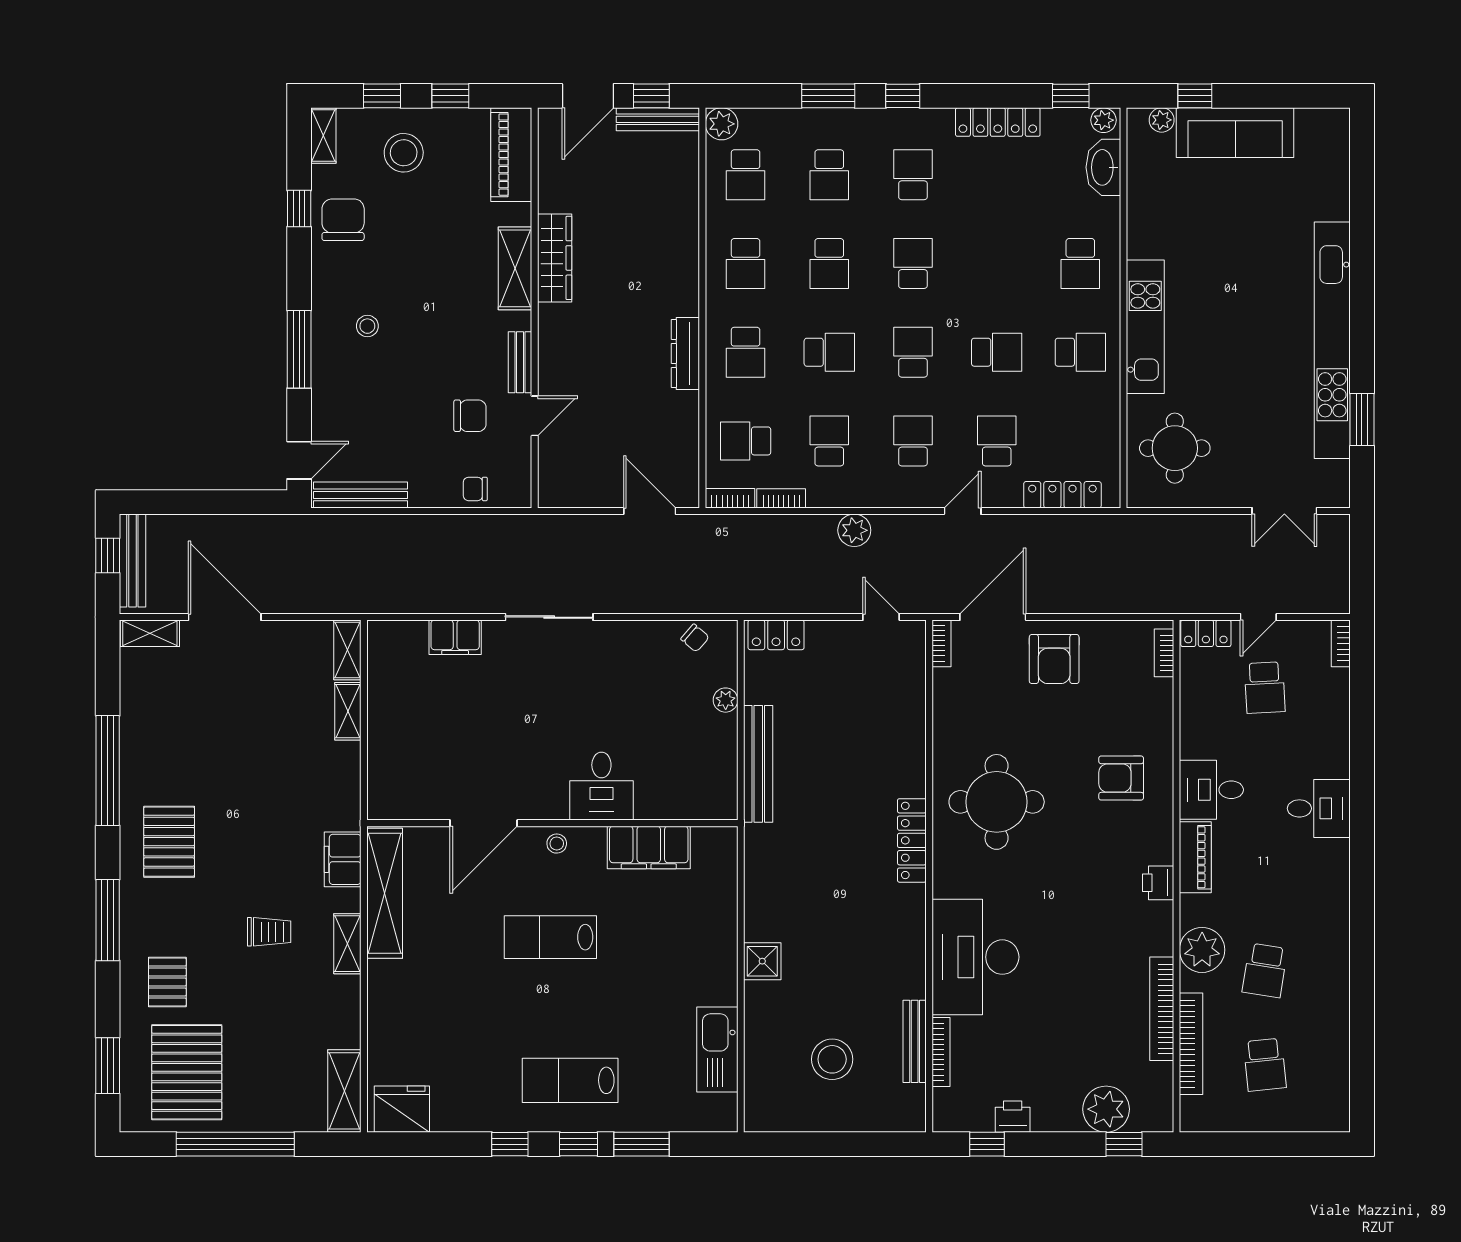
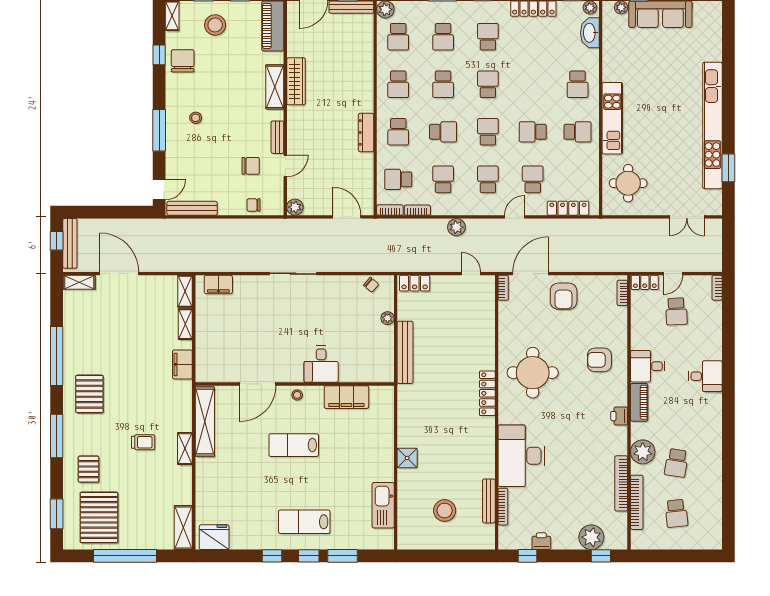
school desk: (997, 352) -> (533, 132), turned 180
plant: (553, 493) -> (295, 207), added
filing cabinet: (455, 637) -> (218, 285), moved
filing cabinet: (343, 859) -> (182, 365), moved

